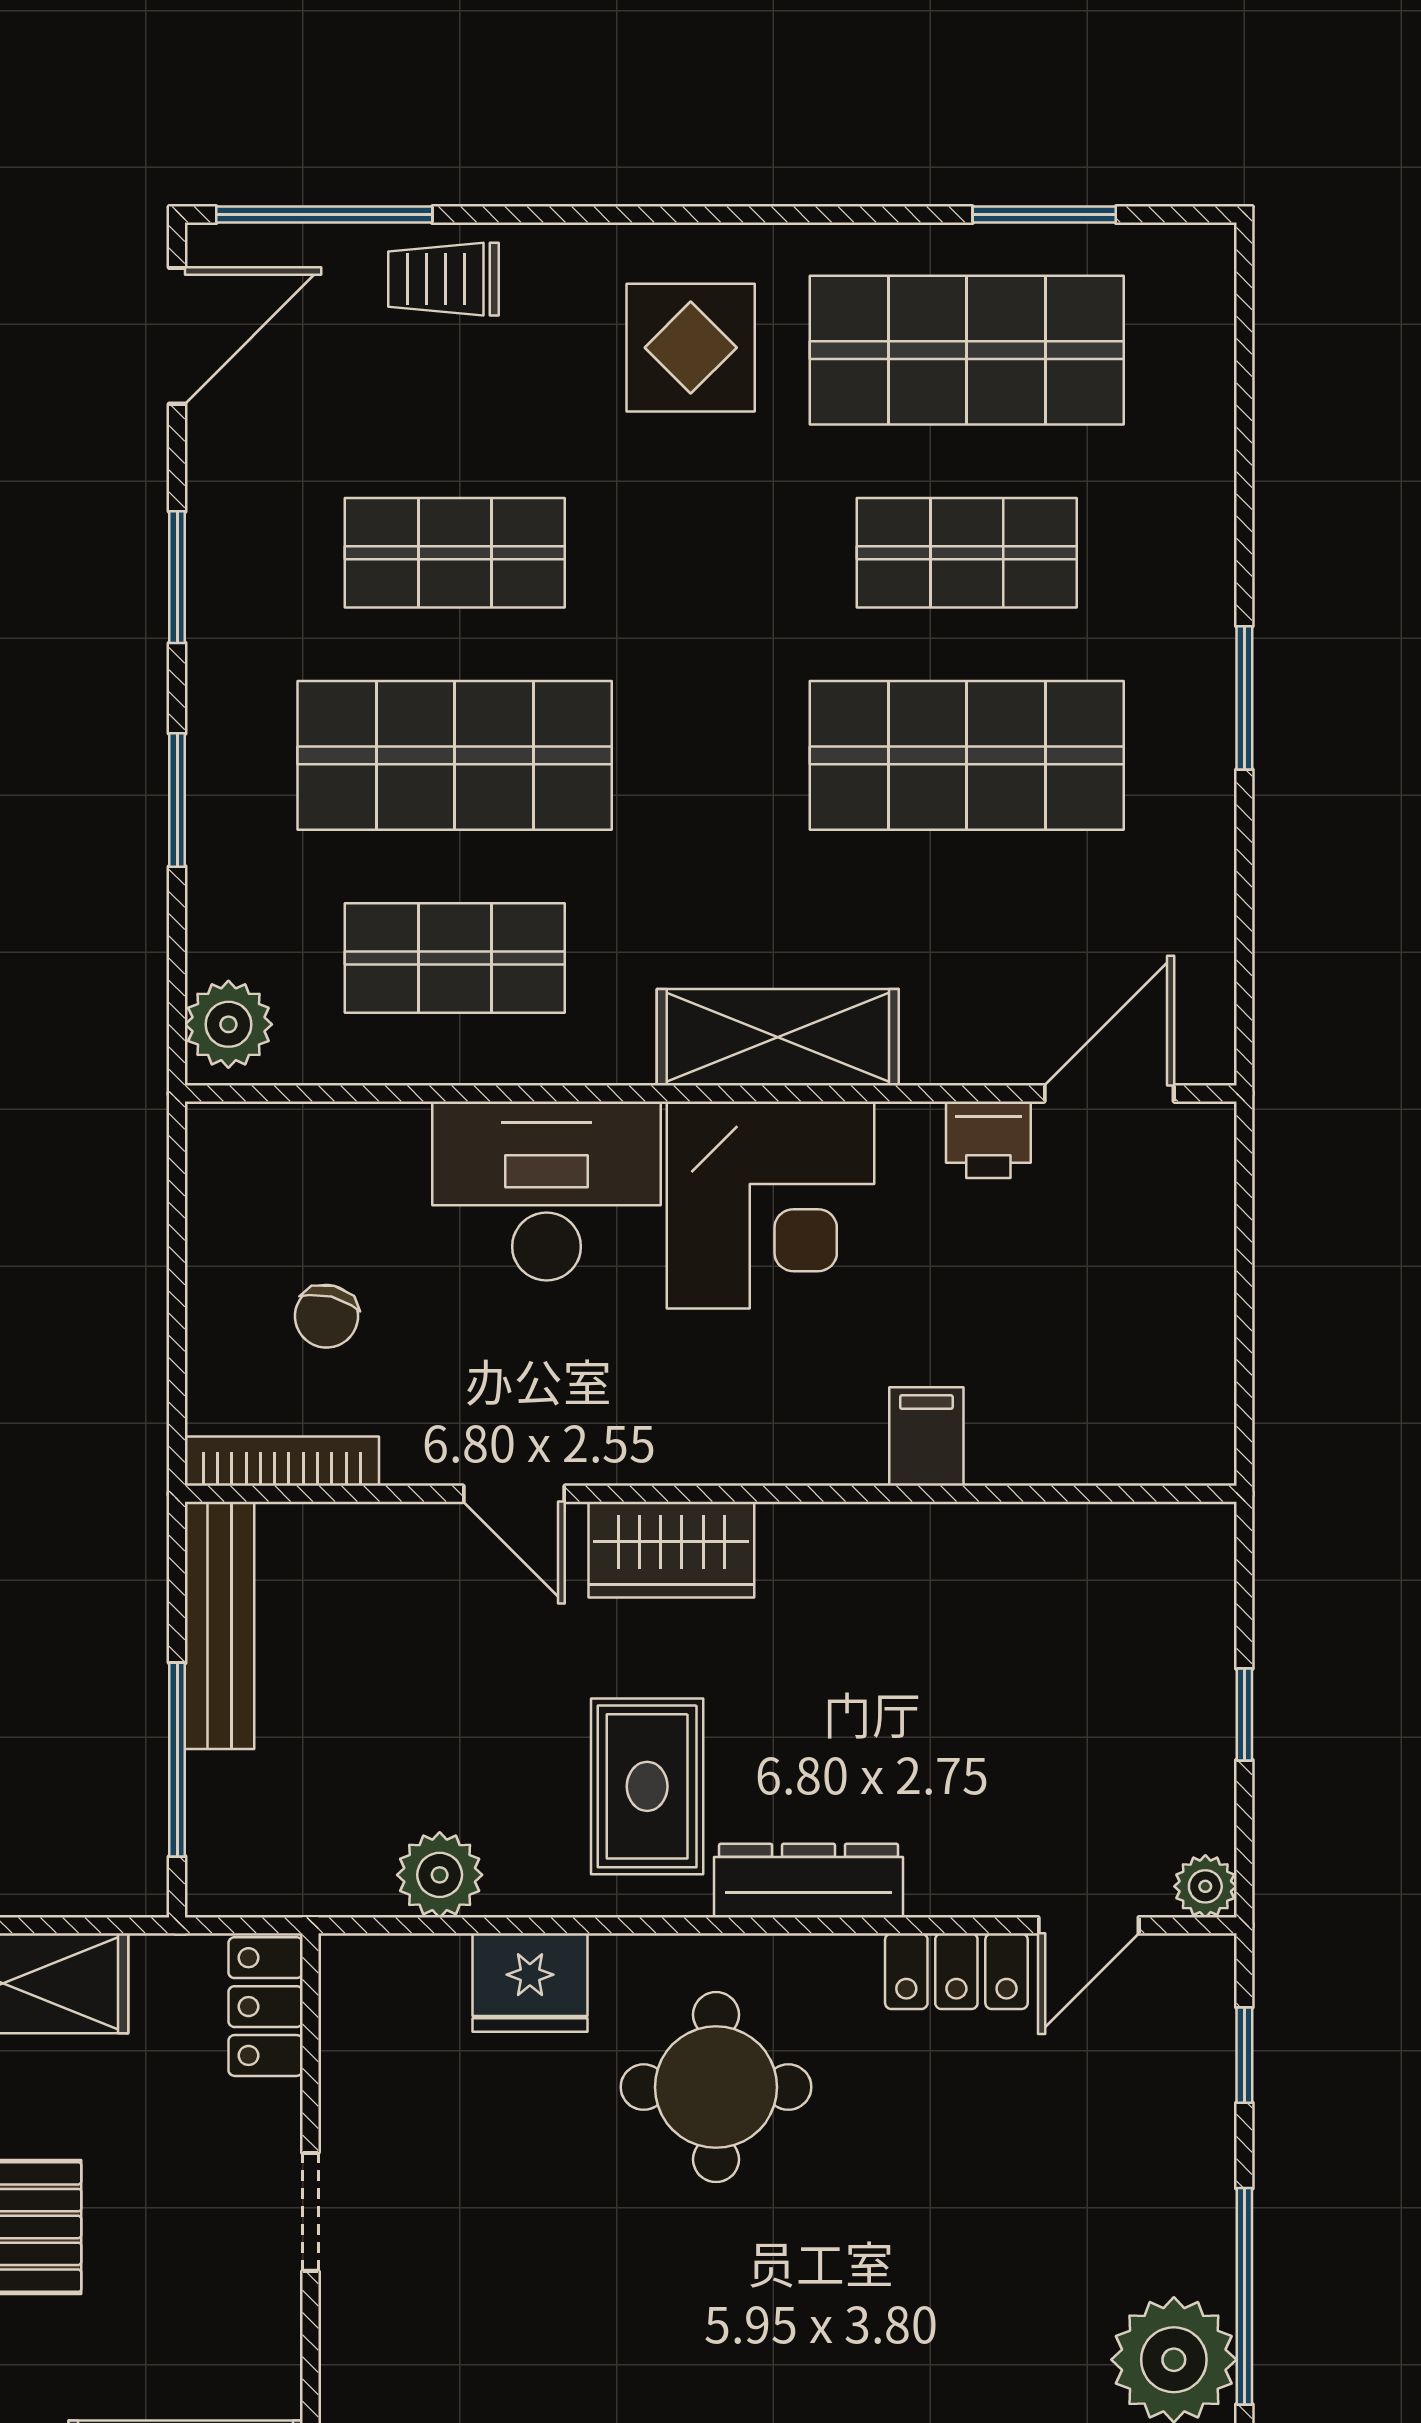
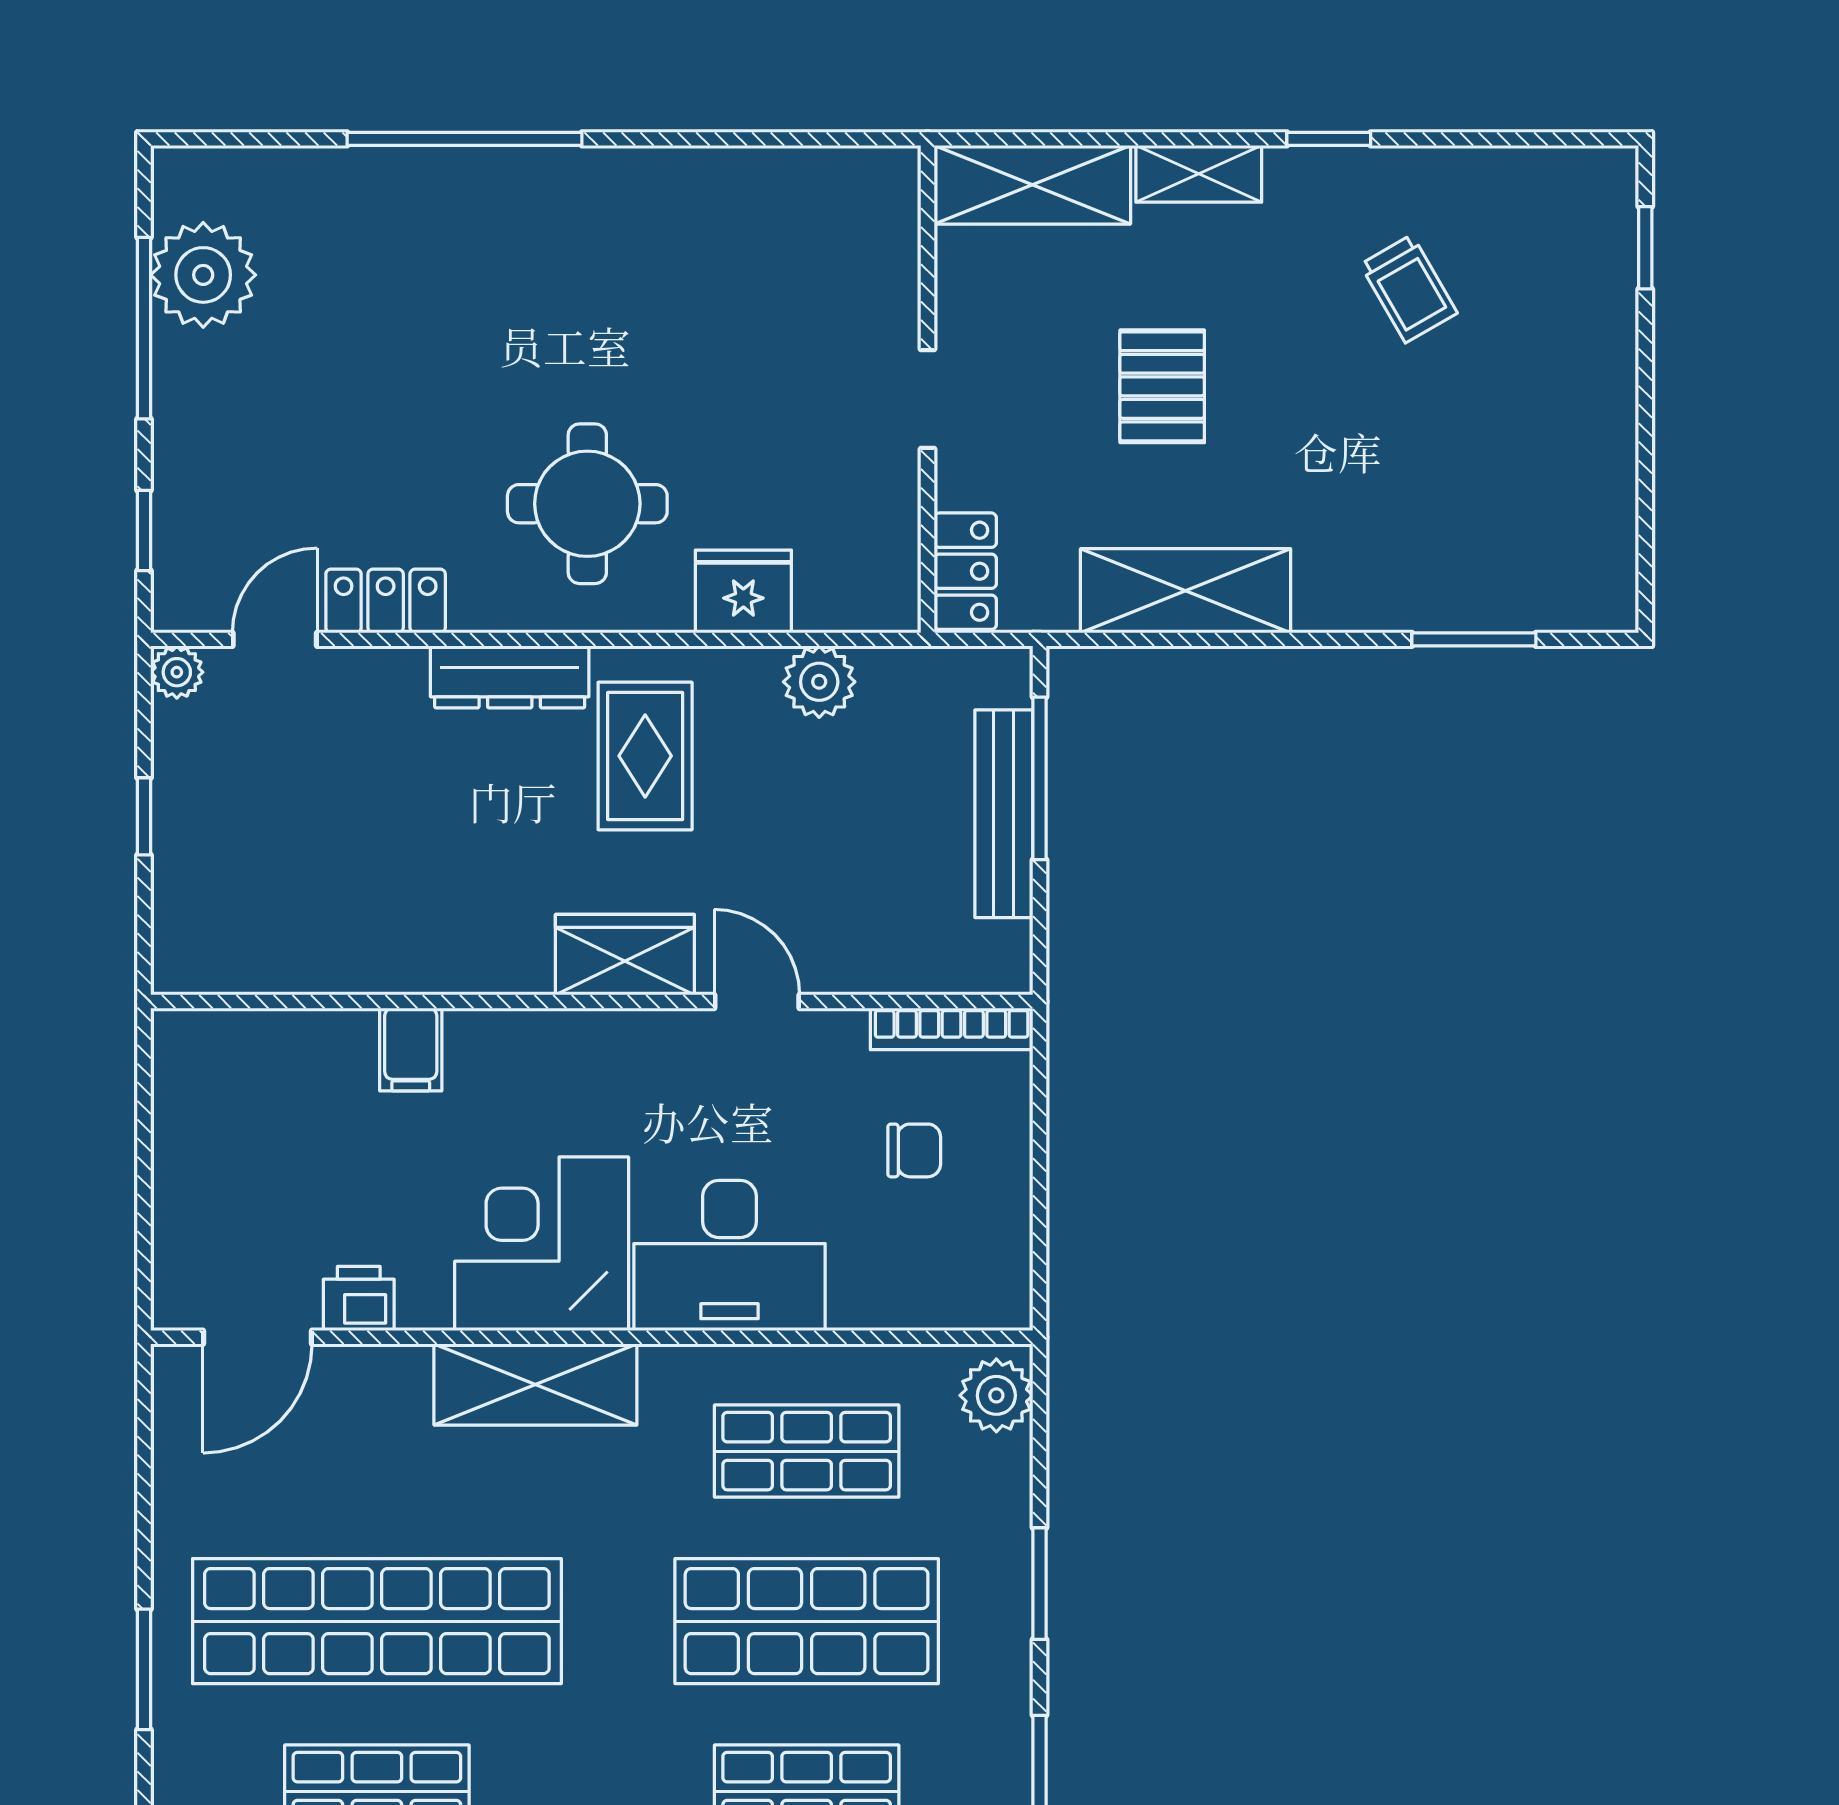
shop shelf: (967, 755) -> (377, 1621), width x1.40
chair: (326, 1316) -> (914, 1150), turned 76
bench: (220, 1625) -> (1004, 814), moved

